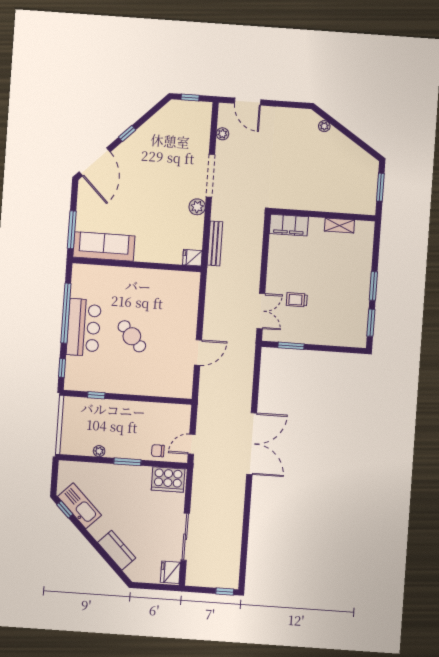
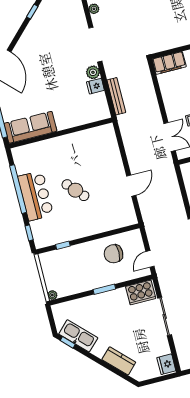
window: (127, 133) -> (32, 12), moved
fridge: (192, 258) -> (95, 86), moved
plant: (99, 451) -> (52, 295), moved
chair: (158, 451) -> (113, 254), moved, width x1.87, depth x1.87
sliding door: (185, 537) -> (165, 316), moved

